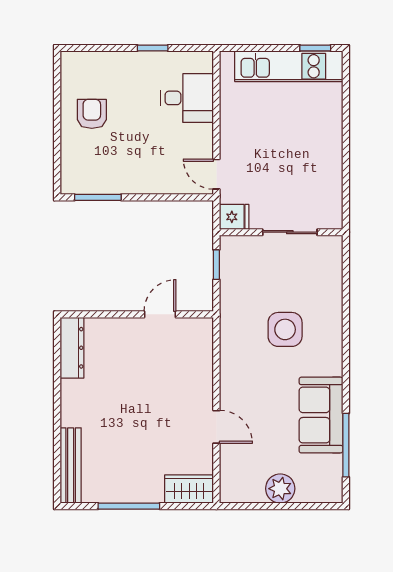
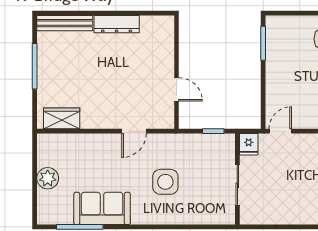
dresser: (72, 348) -> (117, 24), moved
door: (216, 427) -> (134, 131), moved
wardrobe: (189, 489) -> (62, 118), moved, turned -90

